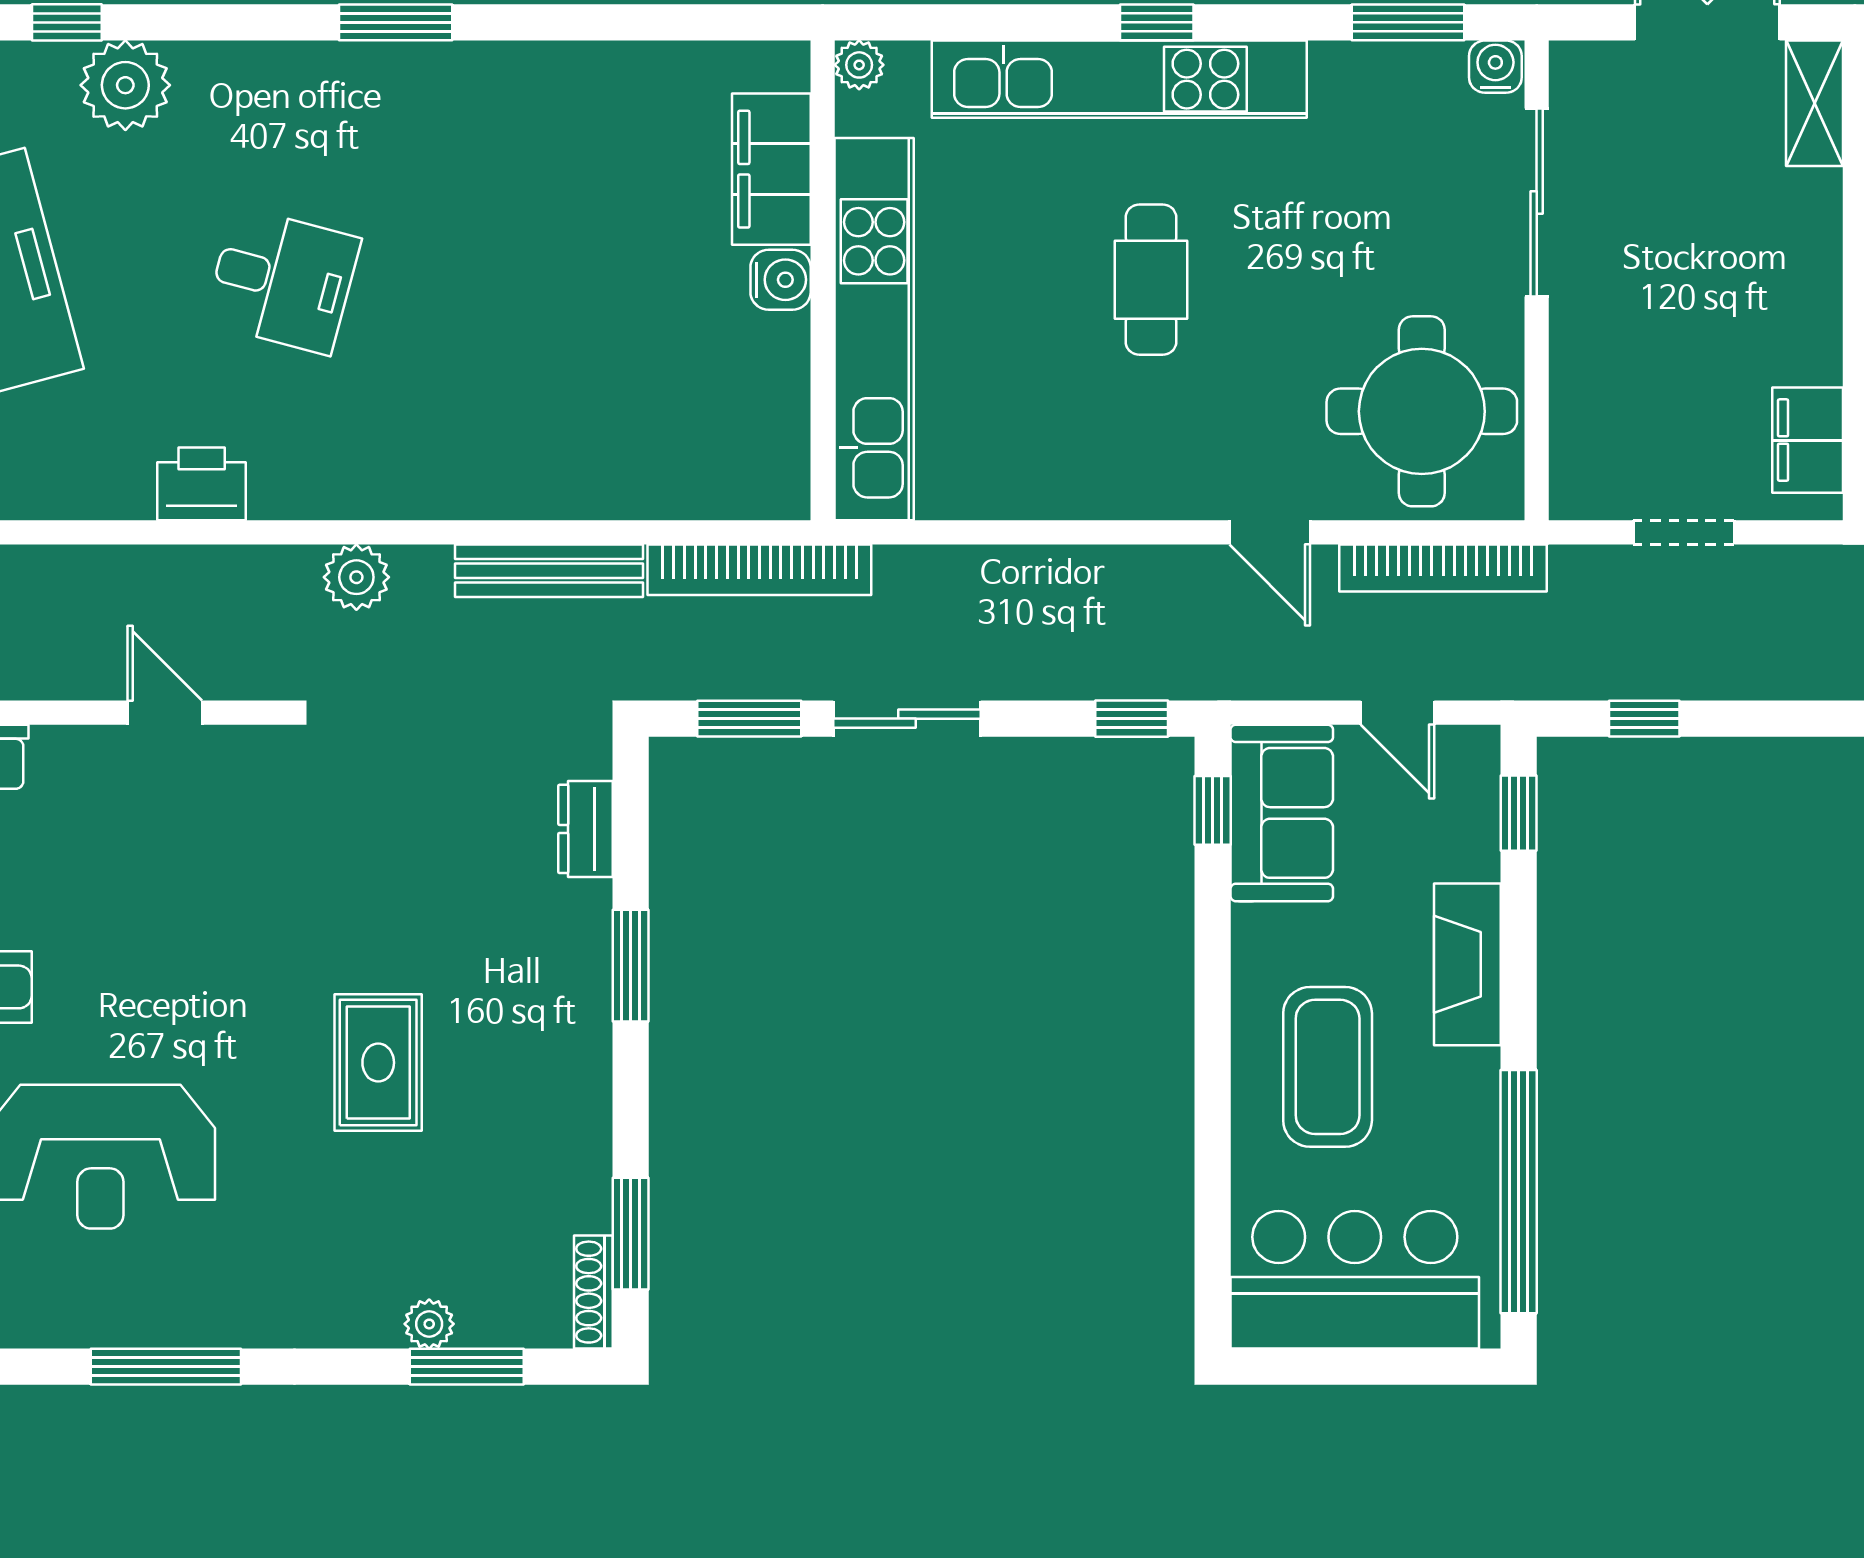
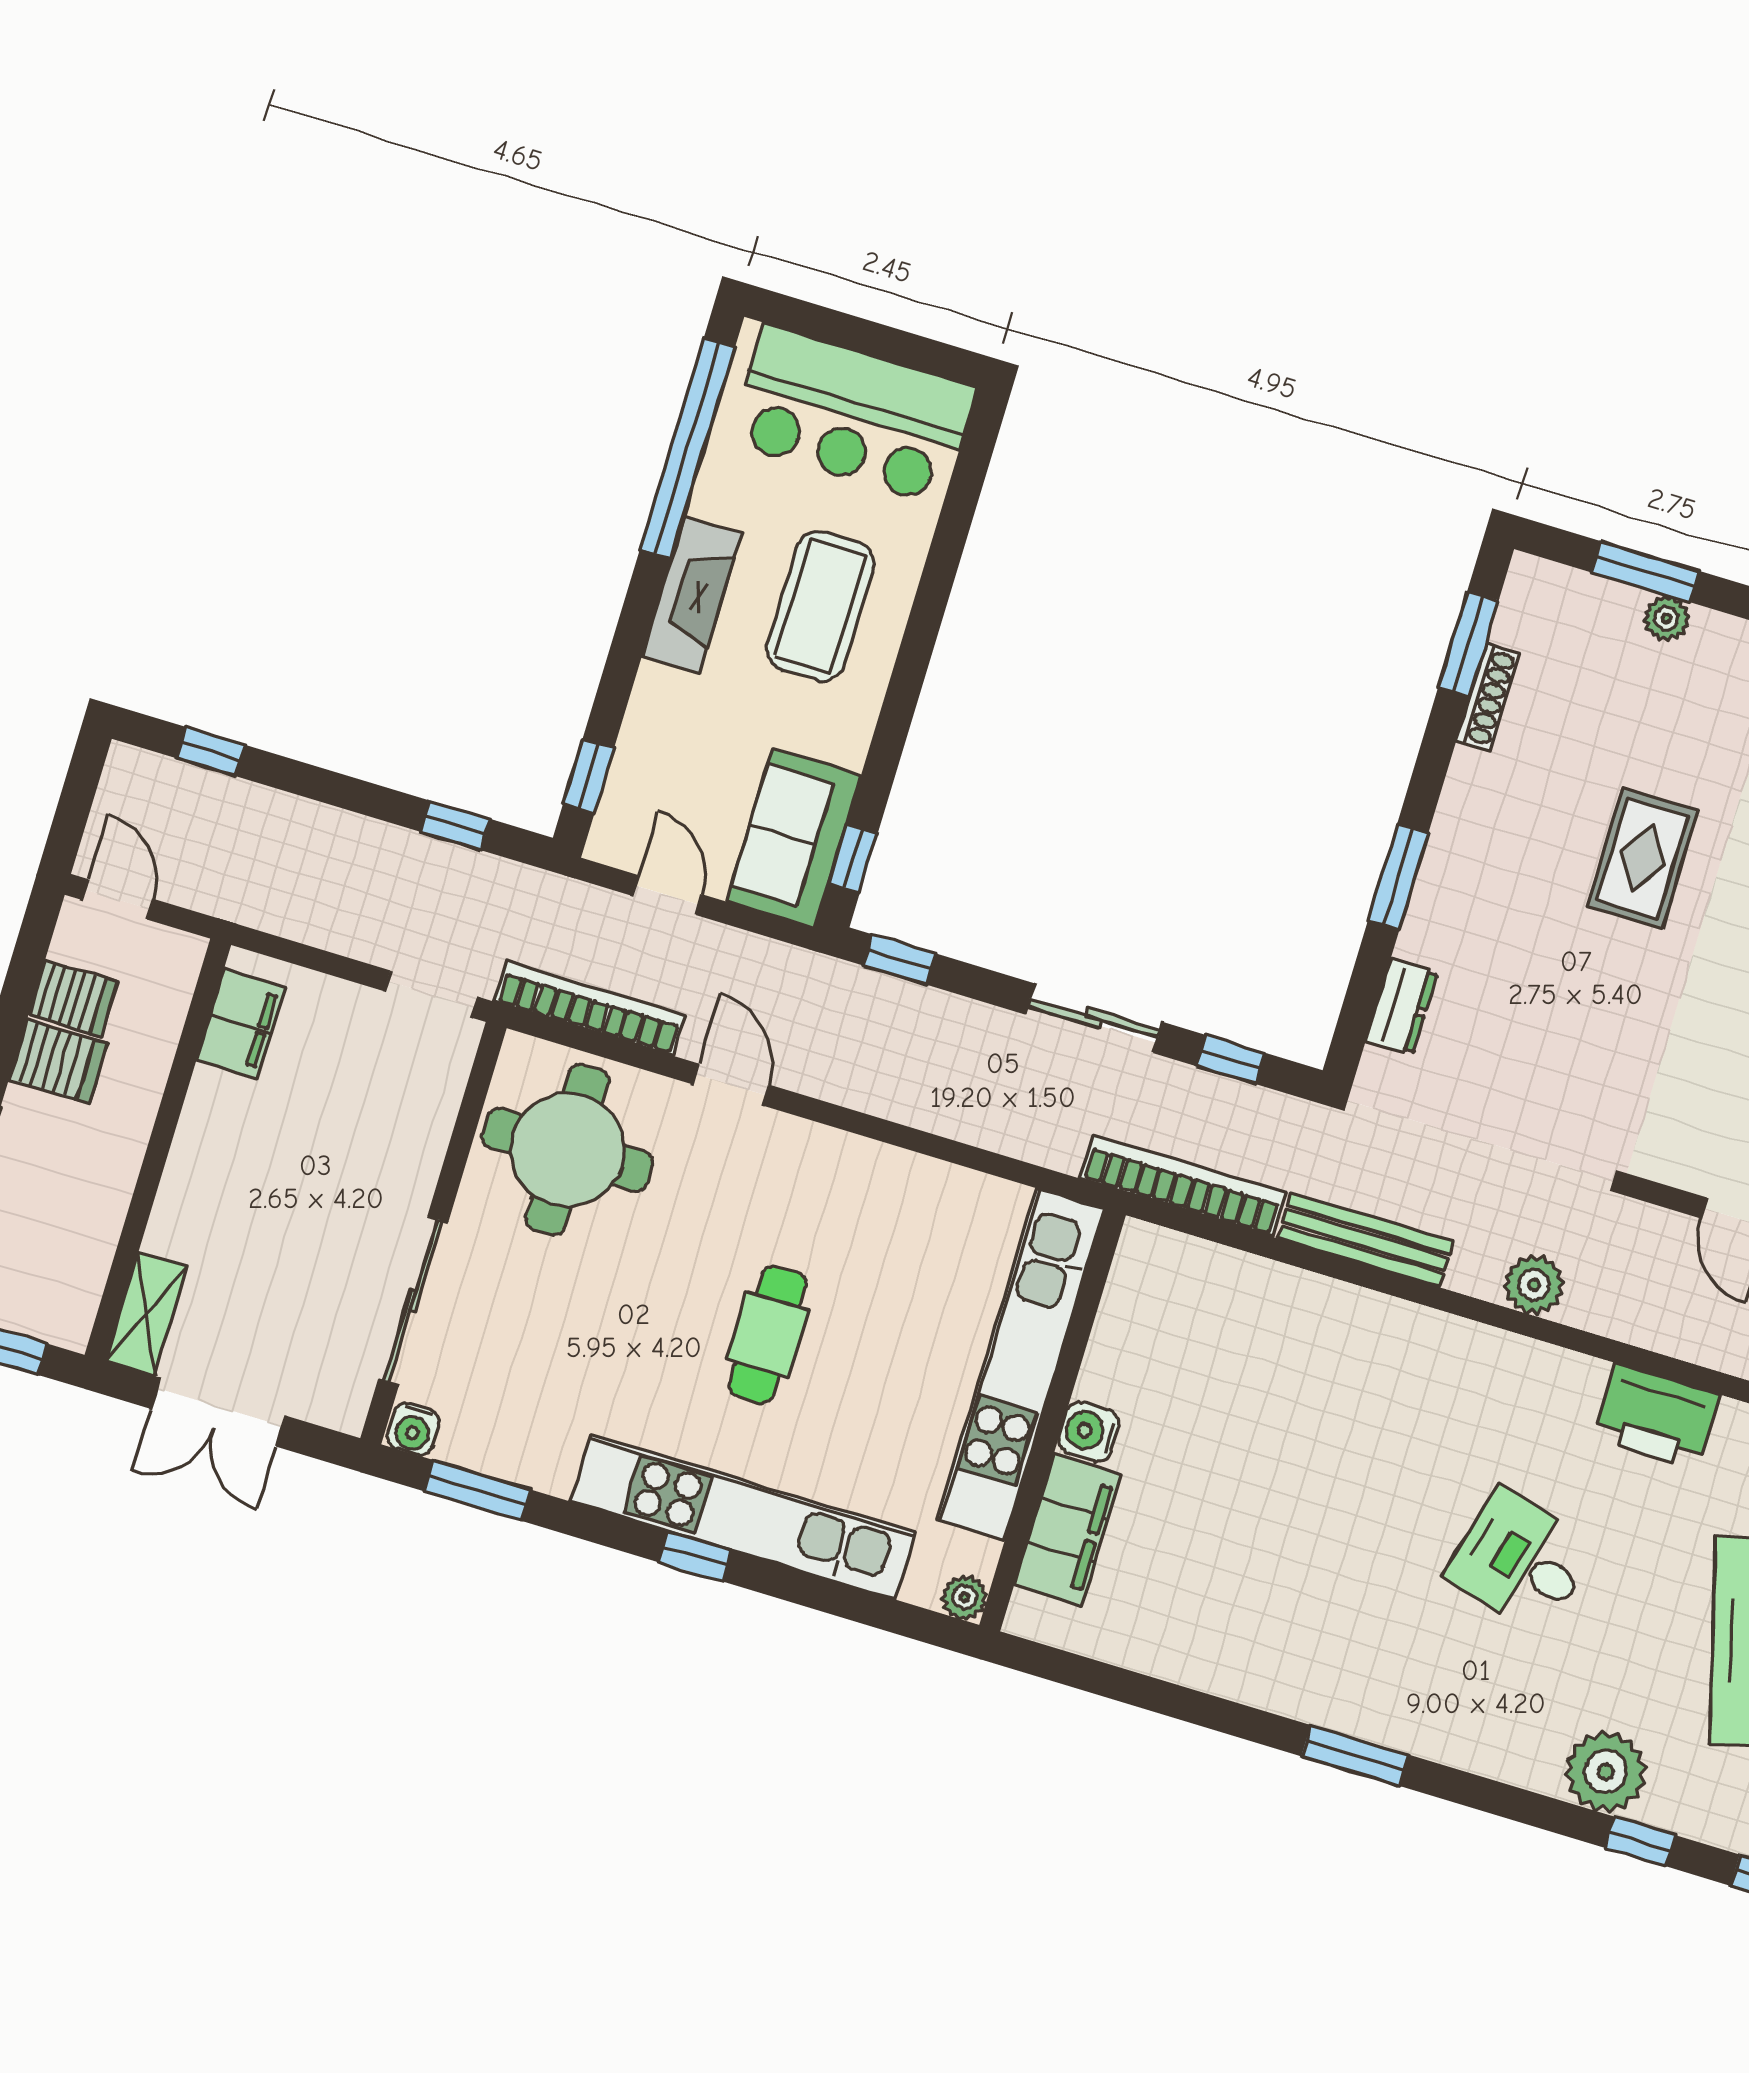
printer: (202, 484) -> (1656, 1417), width x1.37, depth x1.19
doorway: (1684, 532) -> (431, 994), moved
window: (749, 719) -> (1231, 1059), width x0.67
fireplace: (1467, 964) -> (692, 594), moved
shoe rack: (593, 1292) -> (1488, 697), moved

